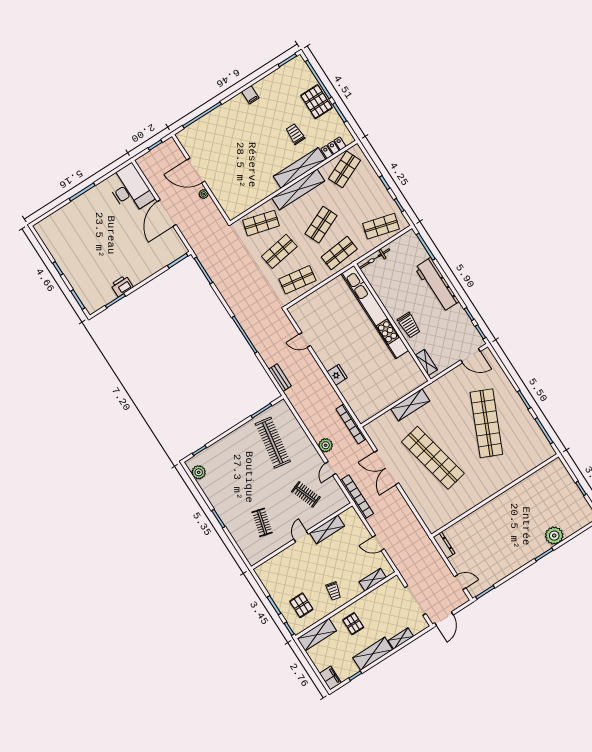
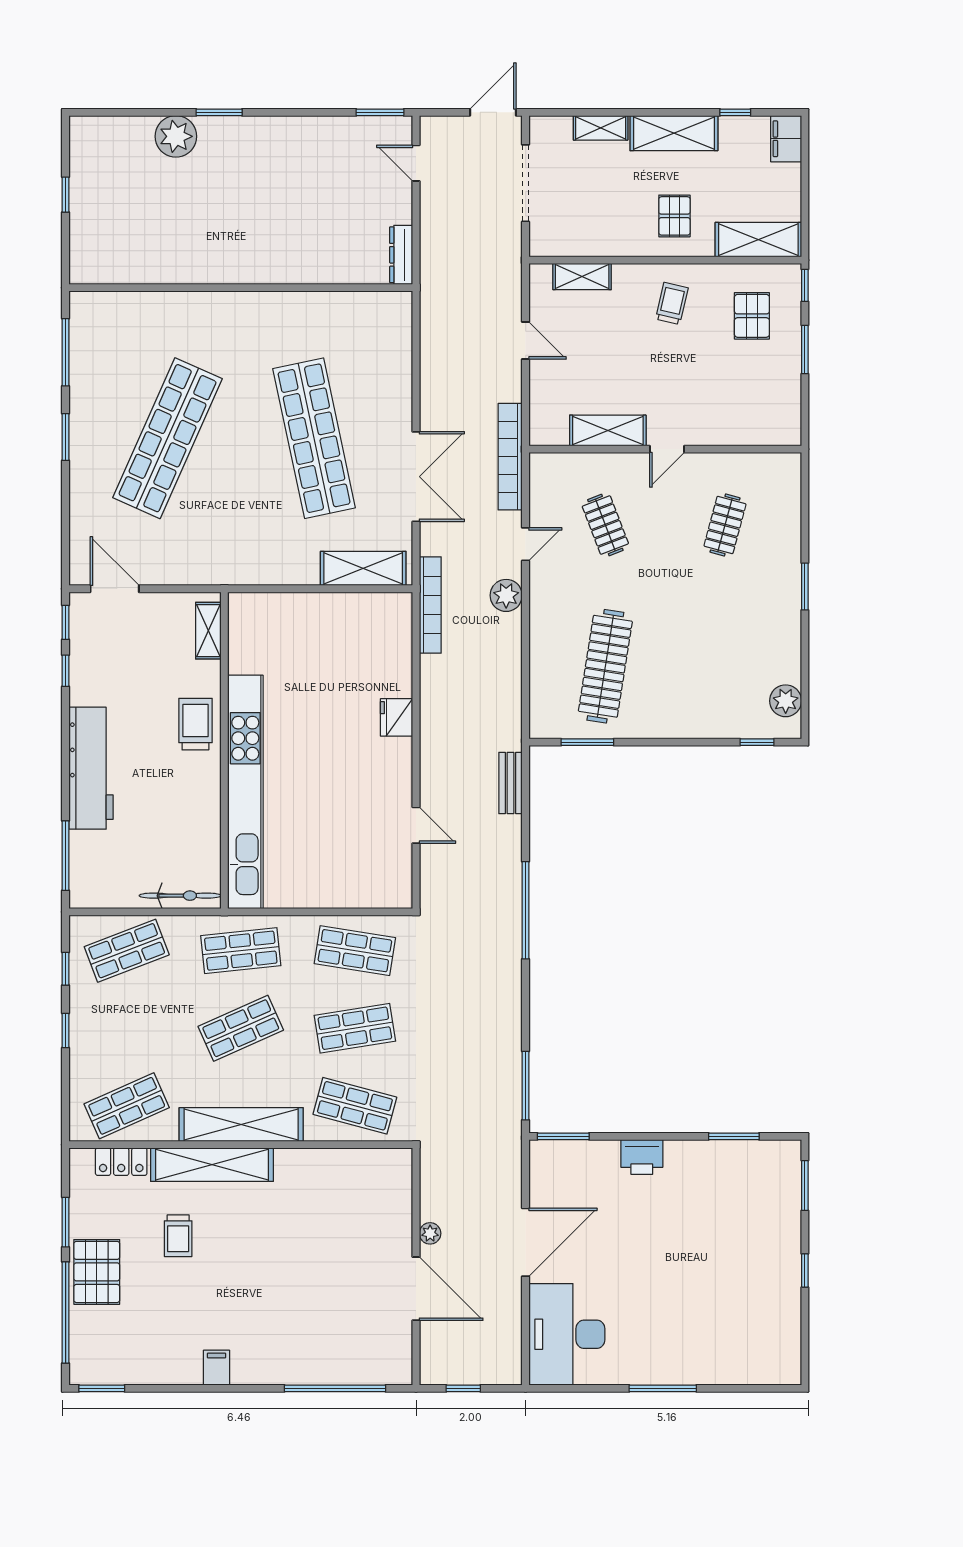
shop shelf: (381, 226) -> (127, 951), turned -36
printer: (122, 286) -> (642, 1157), moved
shelving: (410, 405) -> (363, 568), moved

